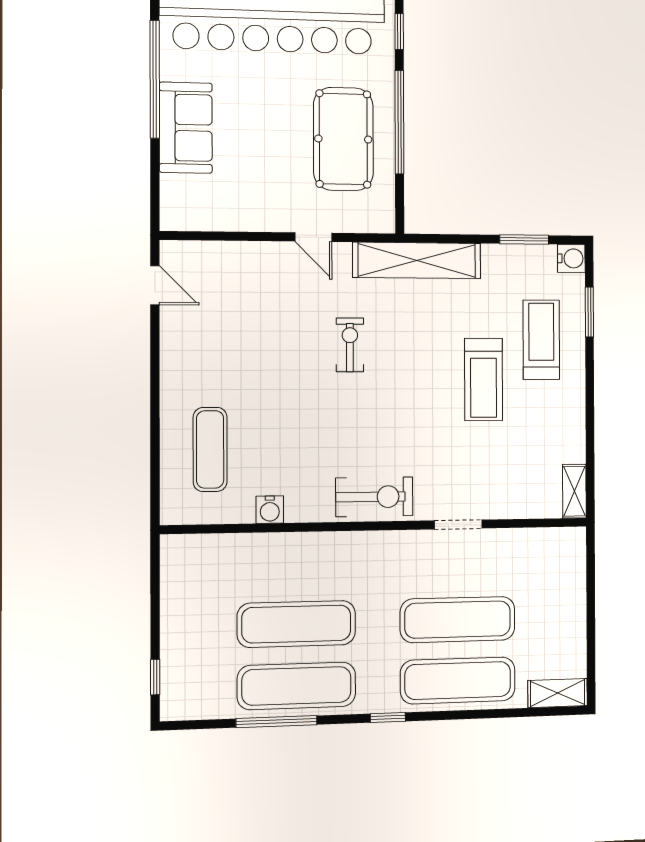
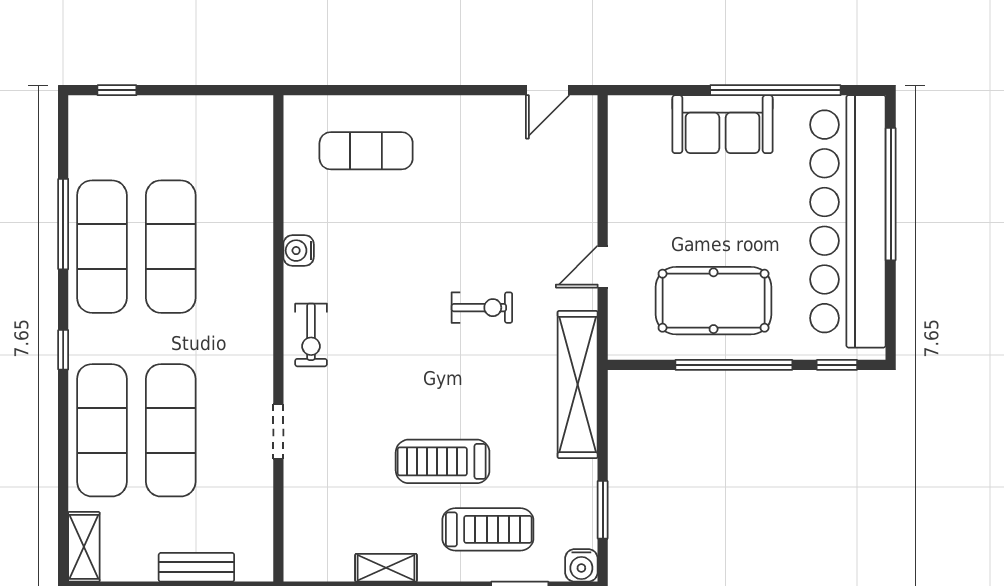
shelving: (574, 491) -> (386, 568), moved
exercise bike: (374, 497) -> (311, 335), width x0.73, depth x0.72
water cooler: (270, 510) -> (299, 251), moved
bench: (574, 594) -> (196, 567), added

